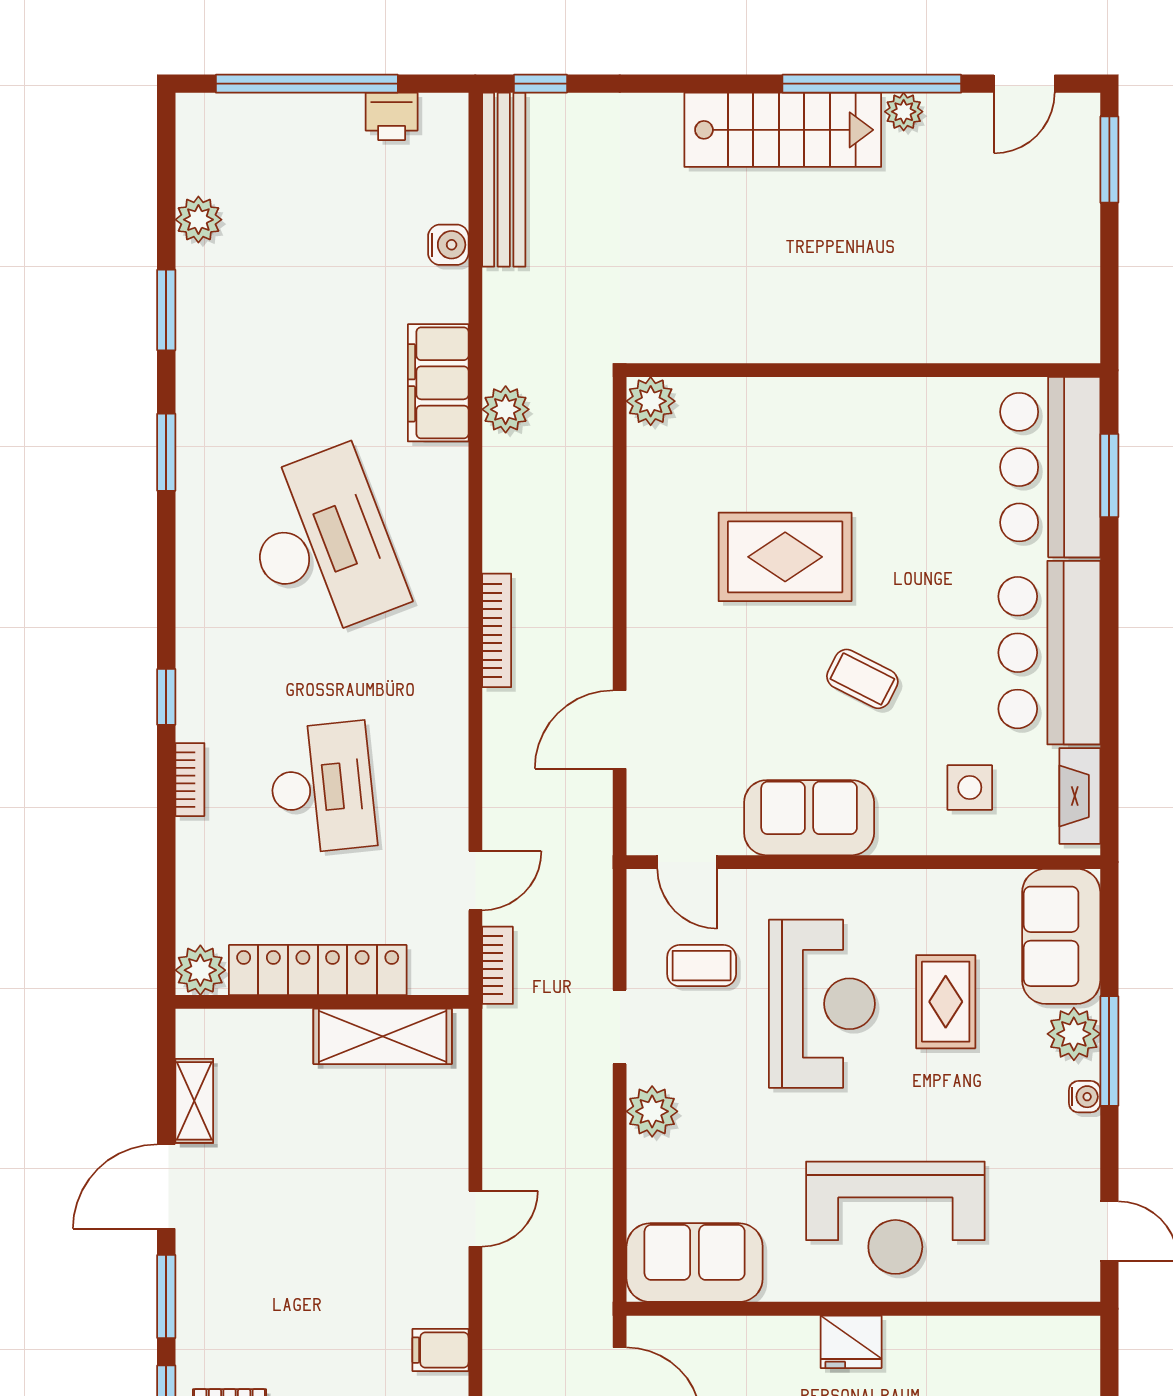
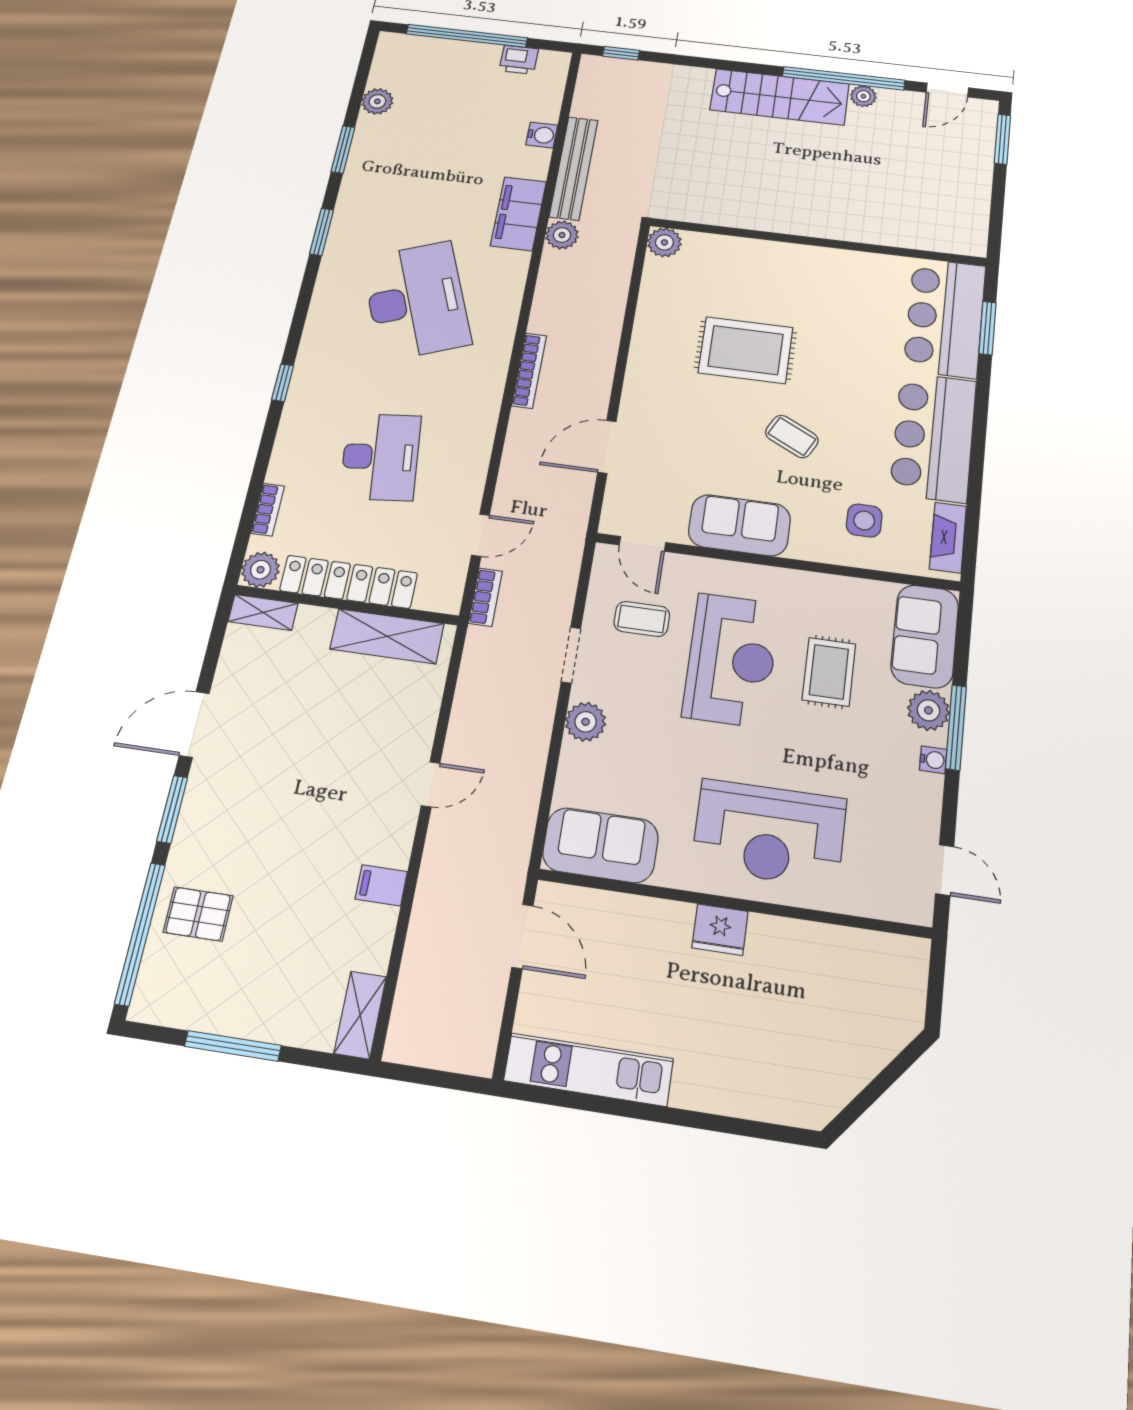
bench: (504, 180) -> (574, 168), moved
bookcase: (190, 780) -> (268, 510), moved
shelving: (194, 1101) -> (263, 612), moved, turned 90

